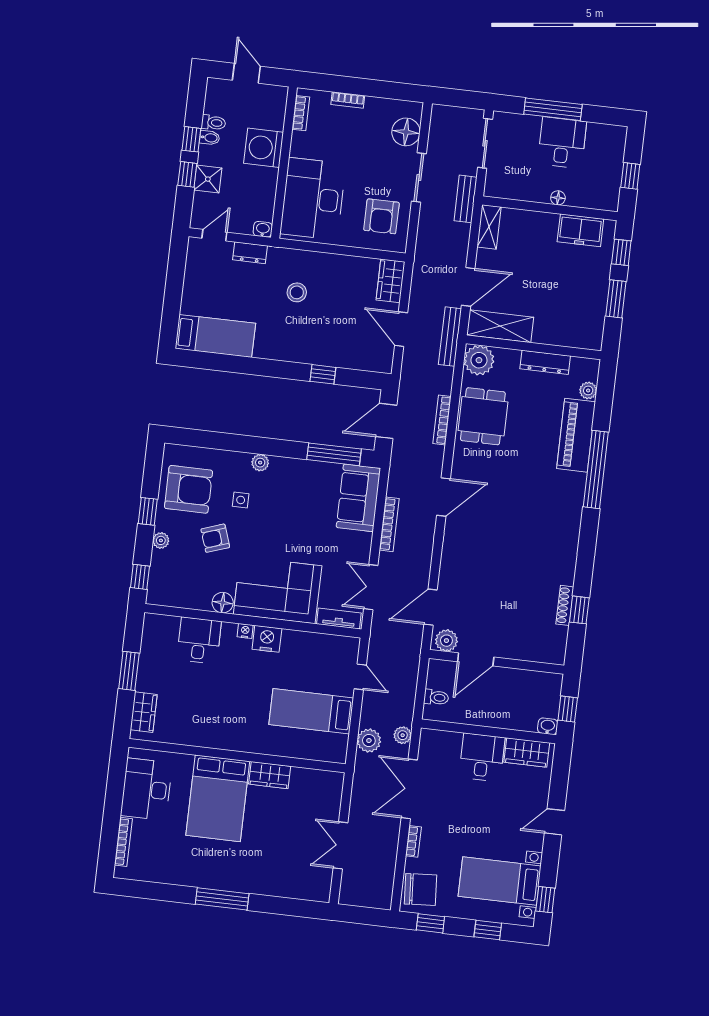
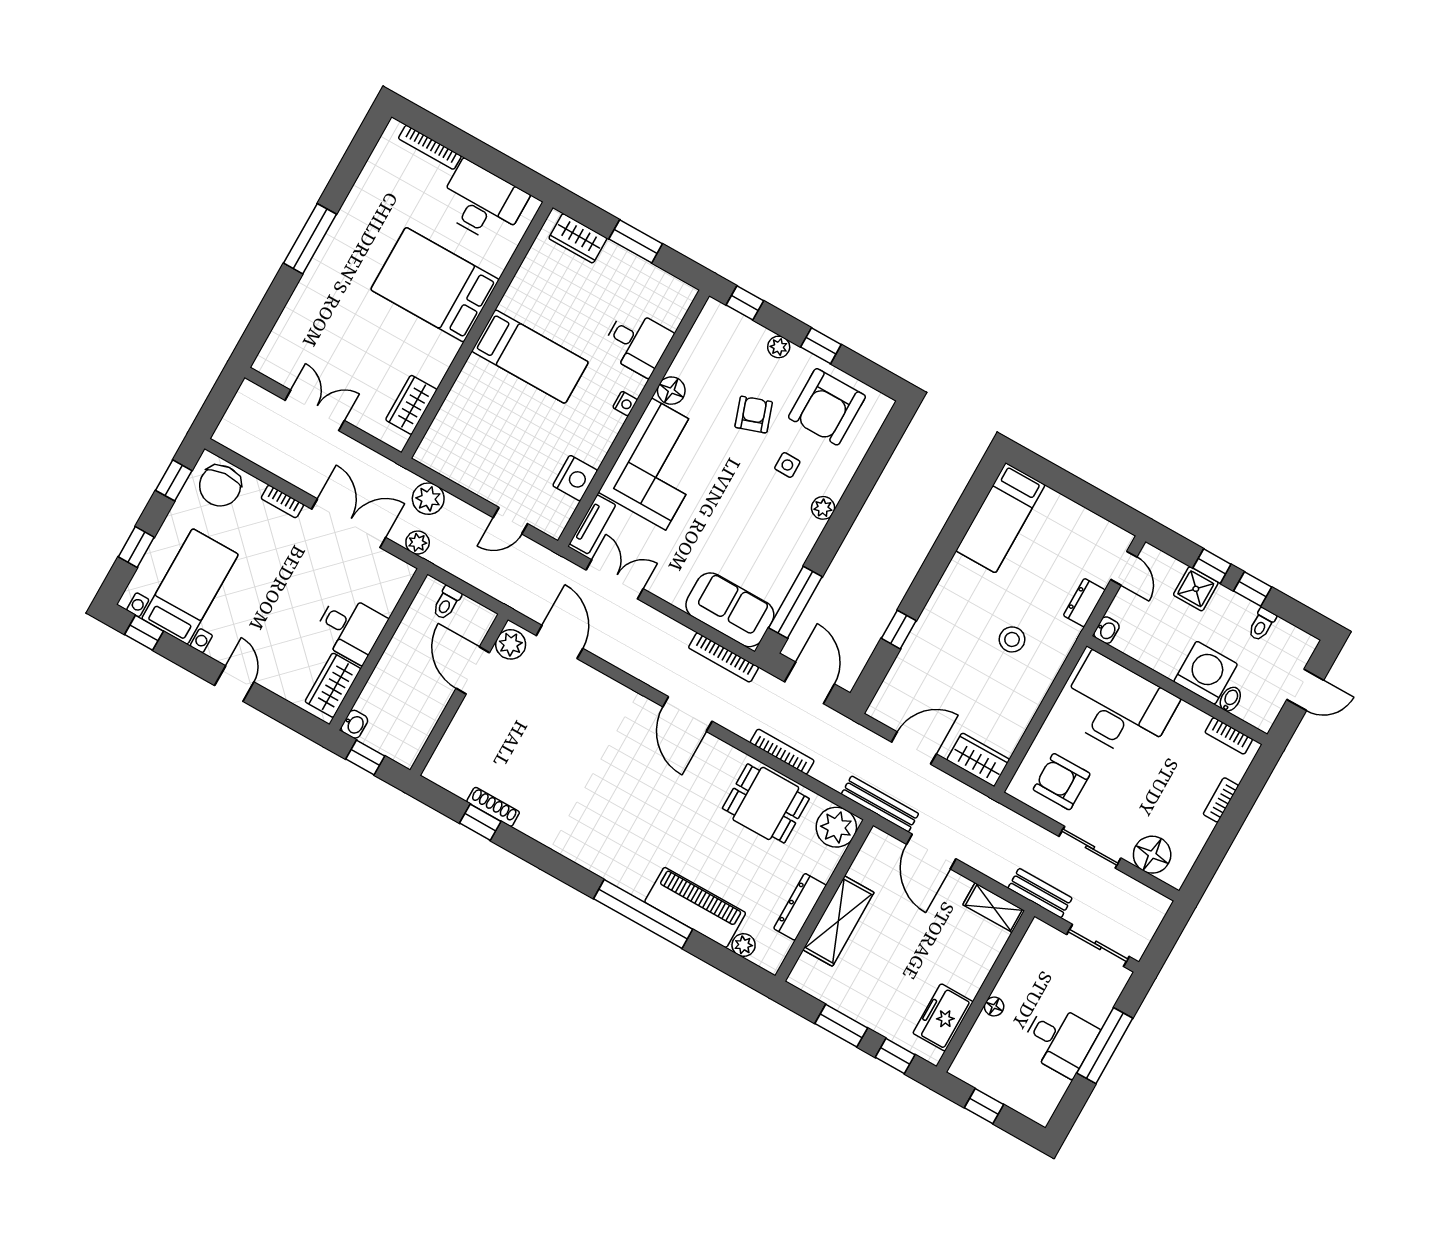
bidet: (210, 138) -> (1230, 699), moved, turned 180
shelving: (500, 326) -> (838, 921), moved
bookcase: (389, 524) -> (724, 657), moved
nightstand: (267, 639) -> (575, 478), moved
bed: (311, 711) -> (530, 357), moved, turned 90
wardrobe: (270, 775) -> (411, 405), moved

